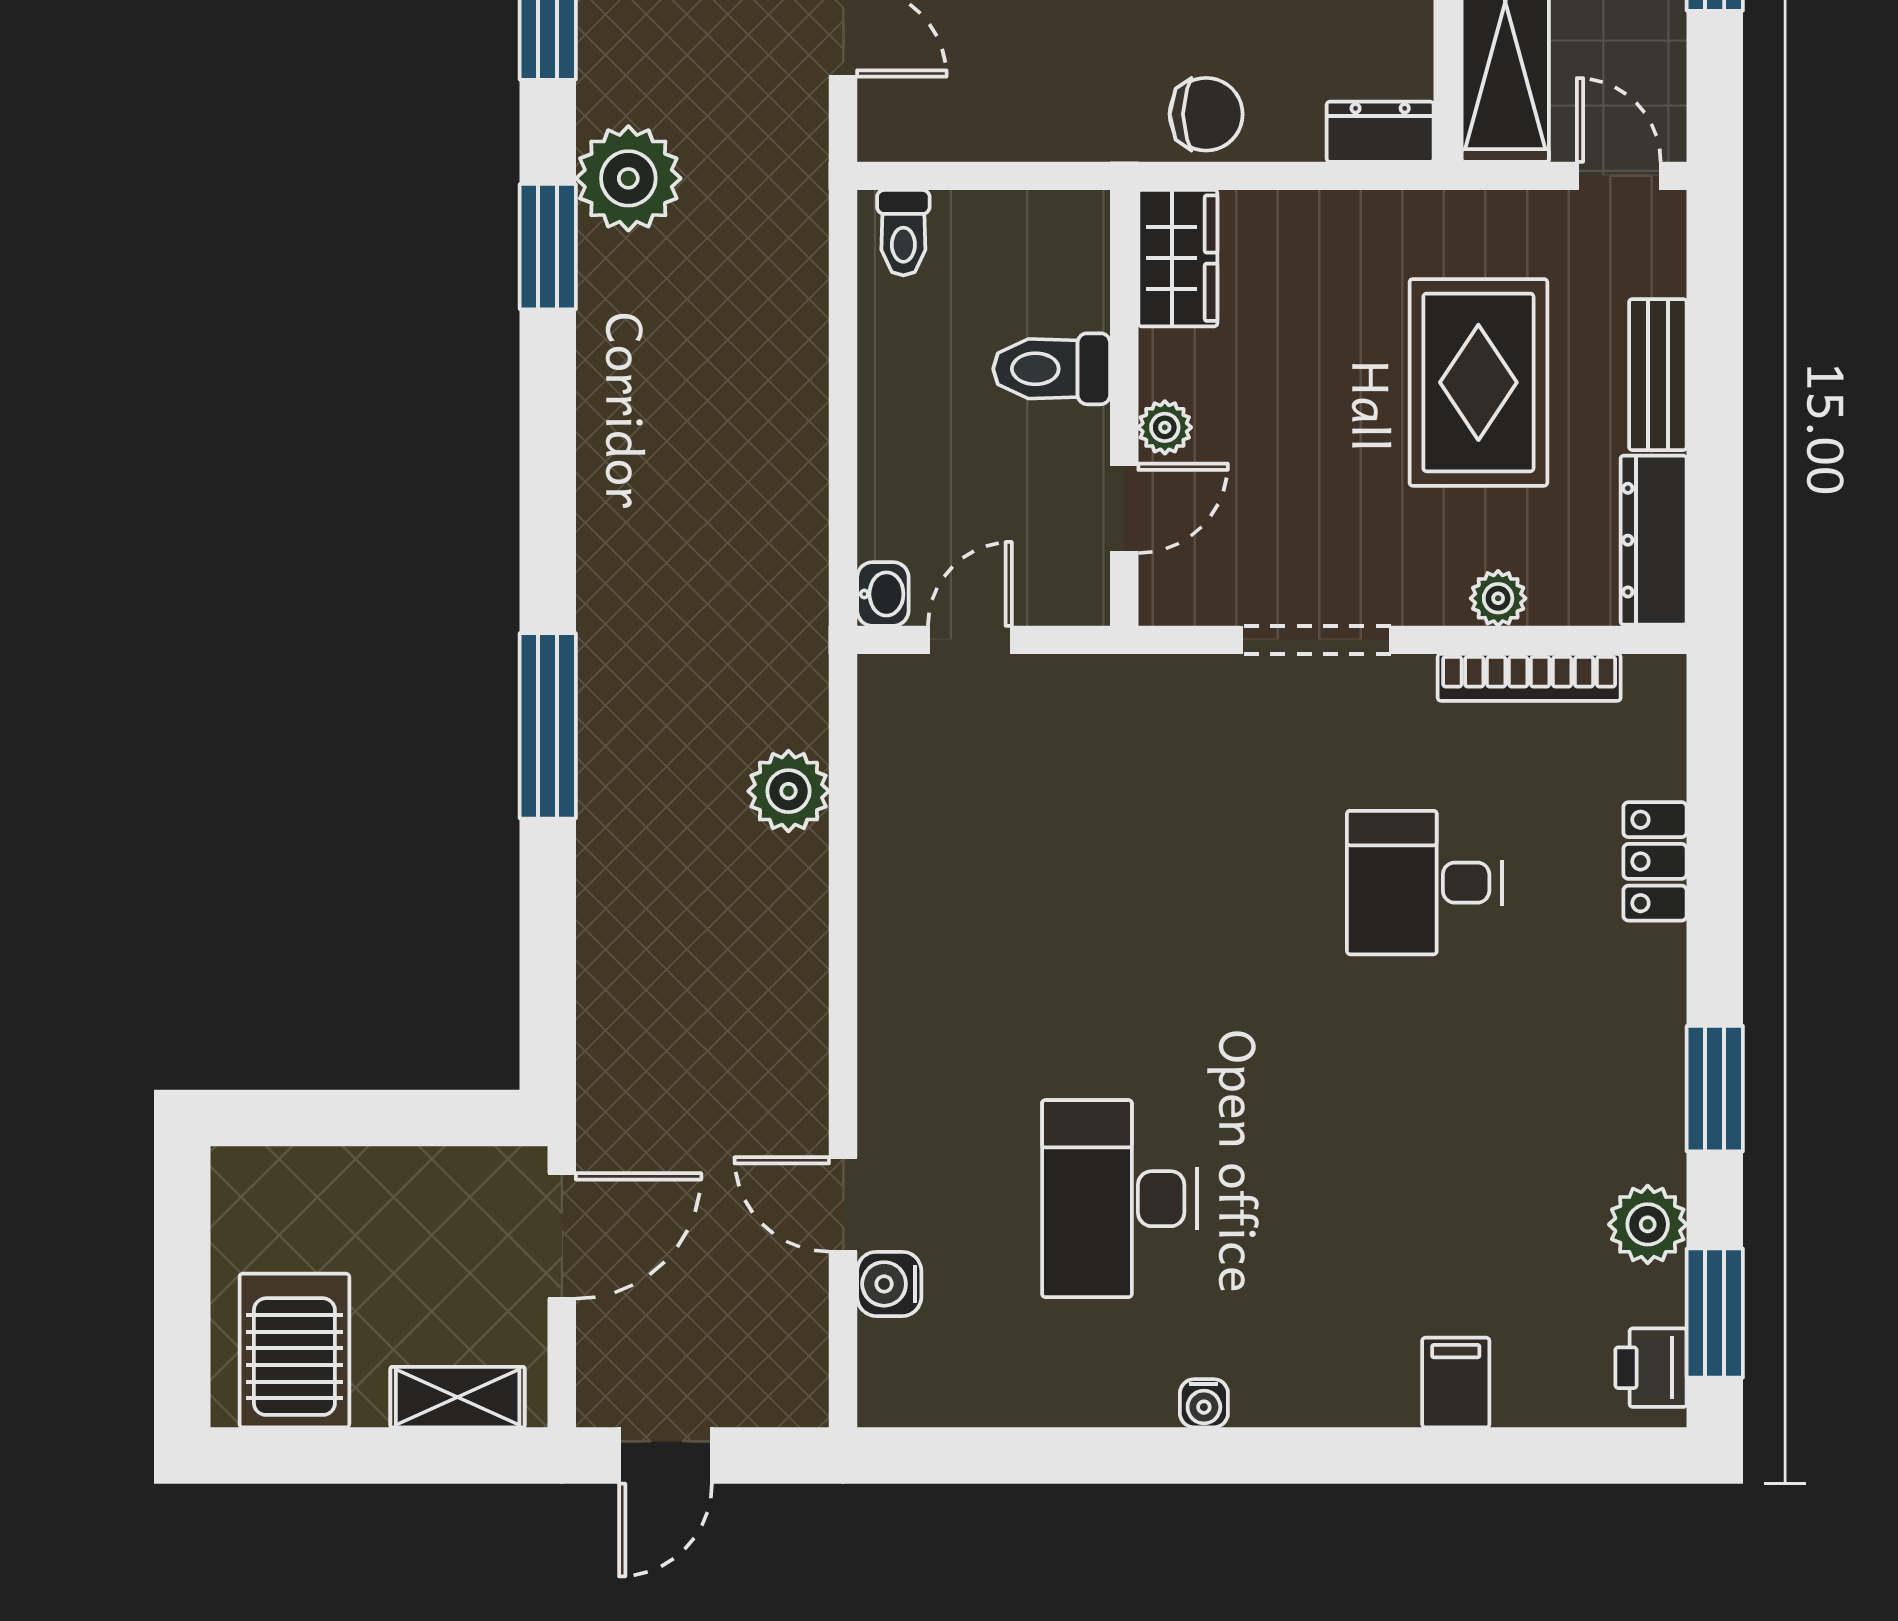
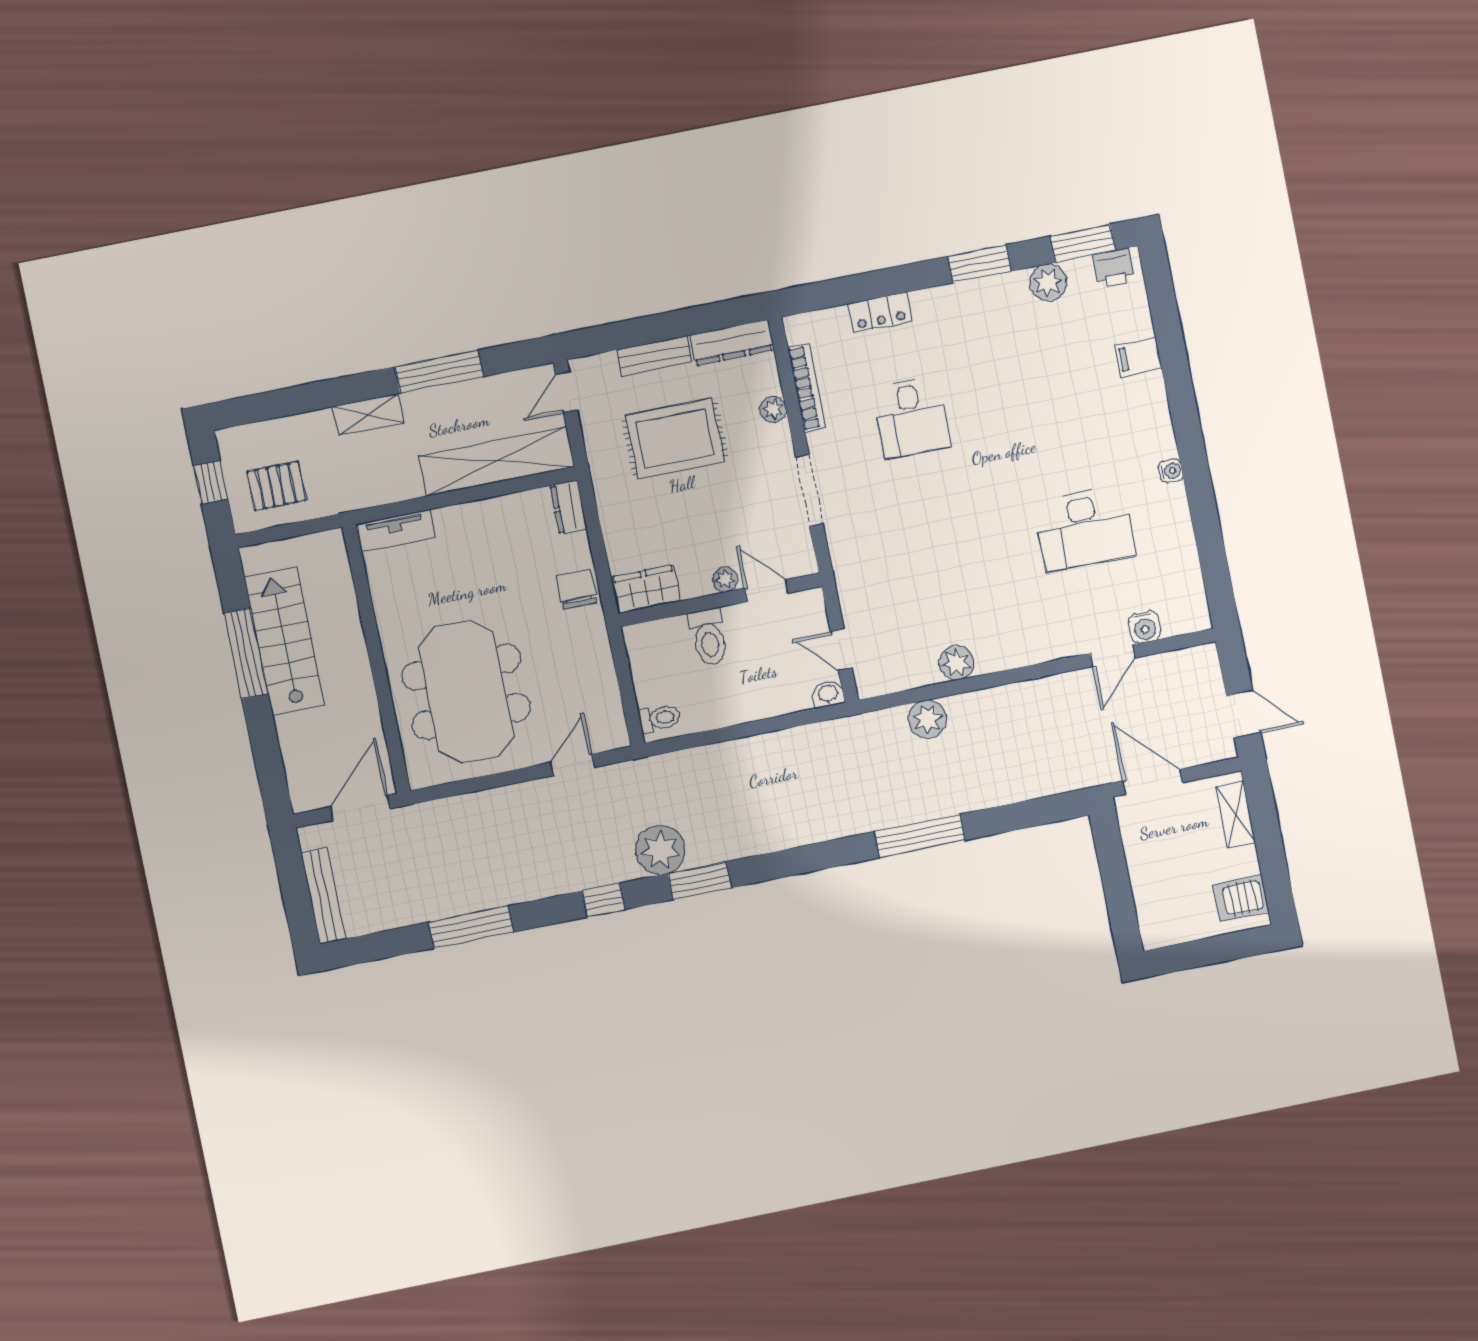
plant: (894, 875) -> (957, 663), added
server rack: (294, 1350) -> (1241, 898), width x0.73, depth x0.70

